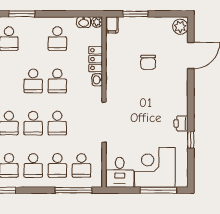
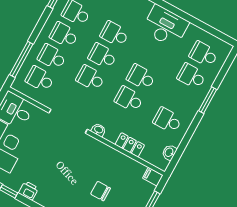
plant: (97, 22) -> (163, 165), removed
washbasin: (97, 80) -> (98, 130), moved

